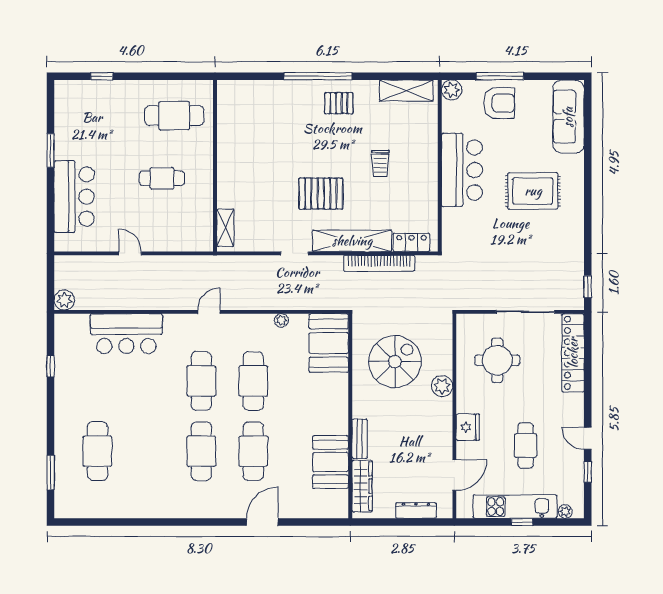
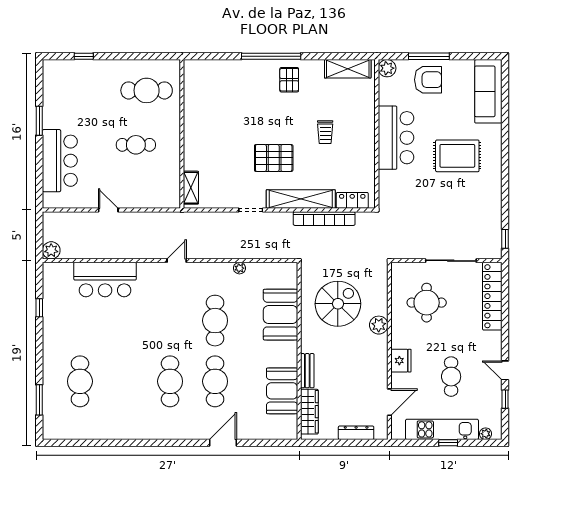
pallet: (339, 103) -> (289, 80), turned 90
booth: (329, 343) -> (280, 315), moved
cafe table: (201, 381) -> (170, 321), removed

